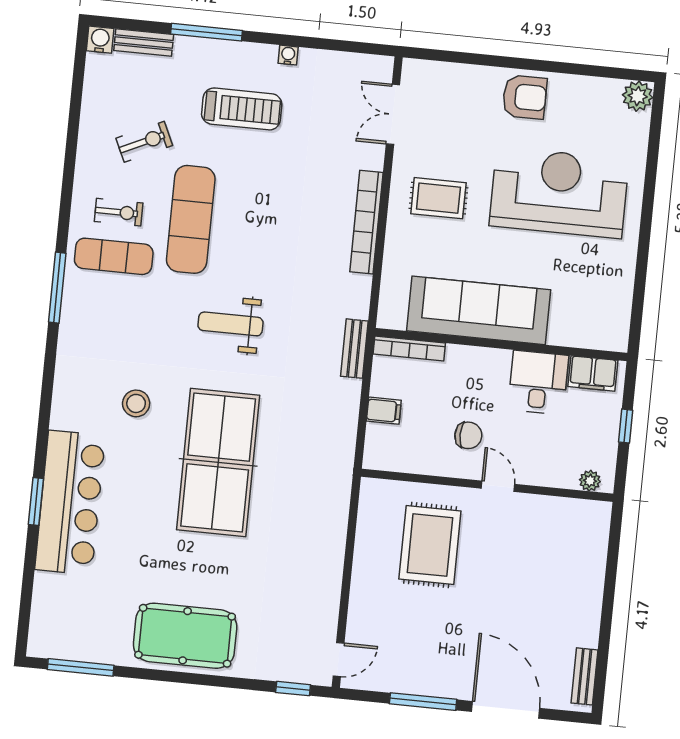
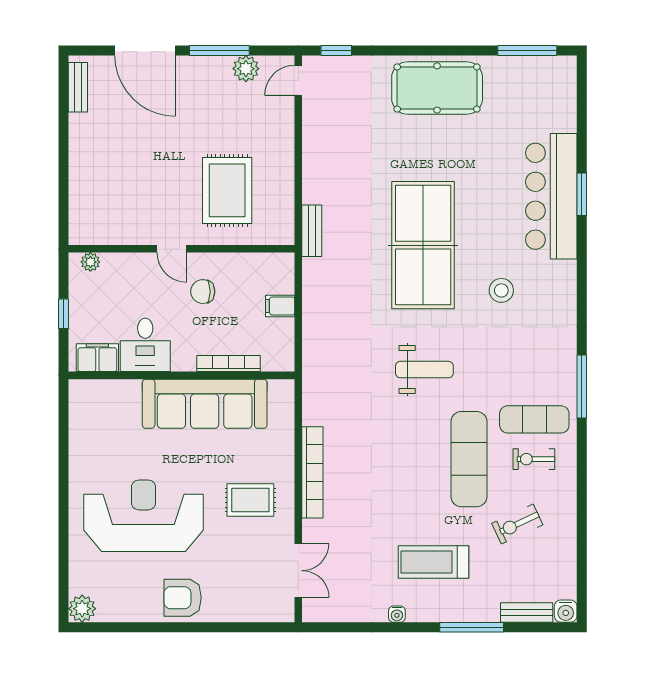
reception desk: (559, 193) -> (143, 516), turned 180
bench: (354, 349) -> (312, 231), moved
bookcase: (409, 349) -> (228, 364), moved
plant: (396, 678) -> (246, 69), added

